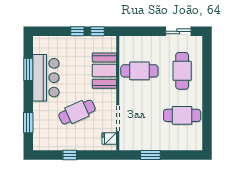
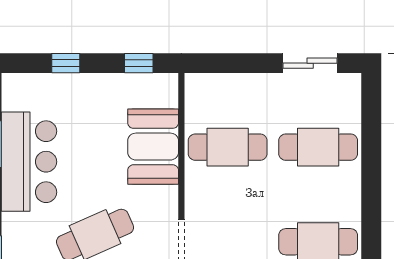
window: (77, 31) -> (66, 63), moved
cafe table: (182, 71) -> (318, 147), turned 90

